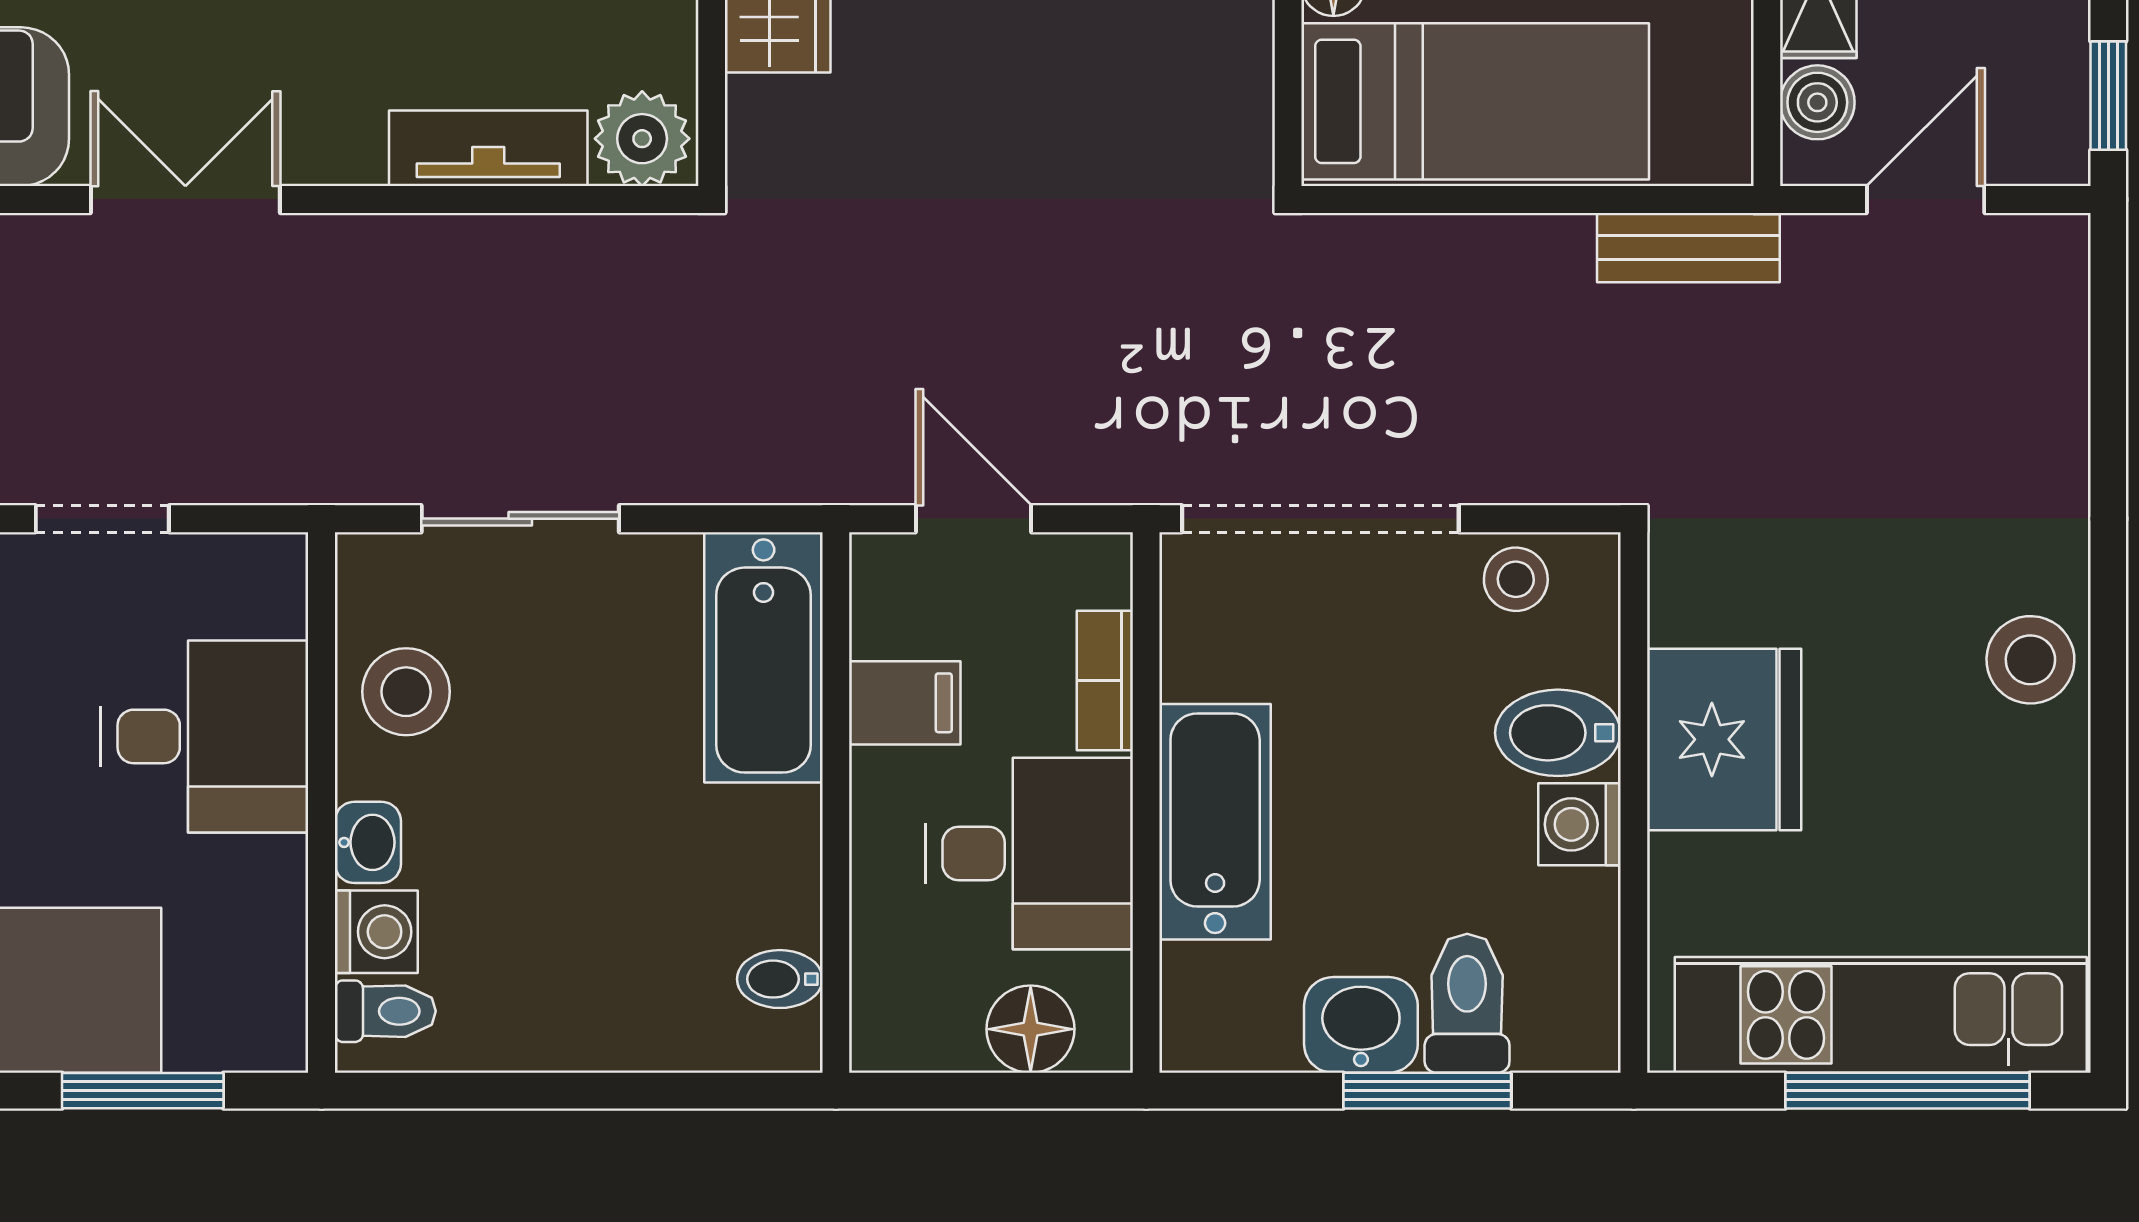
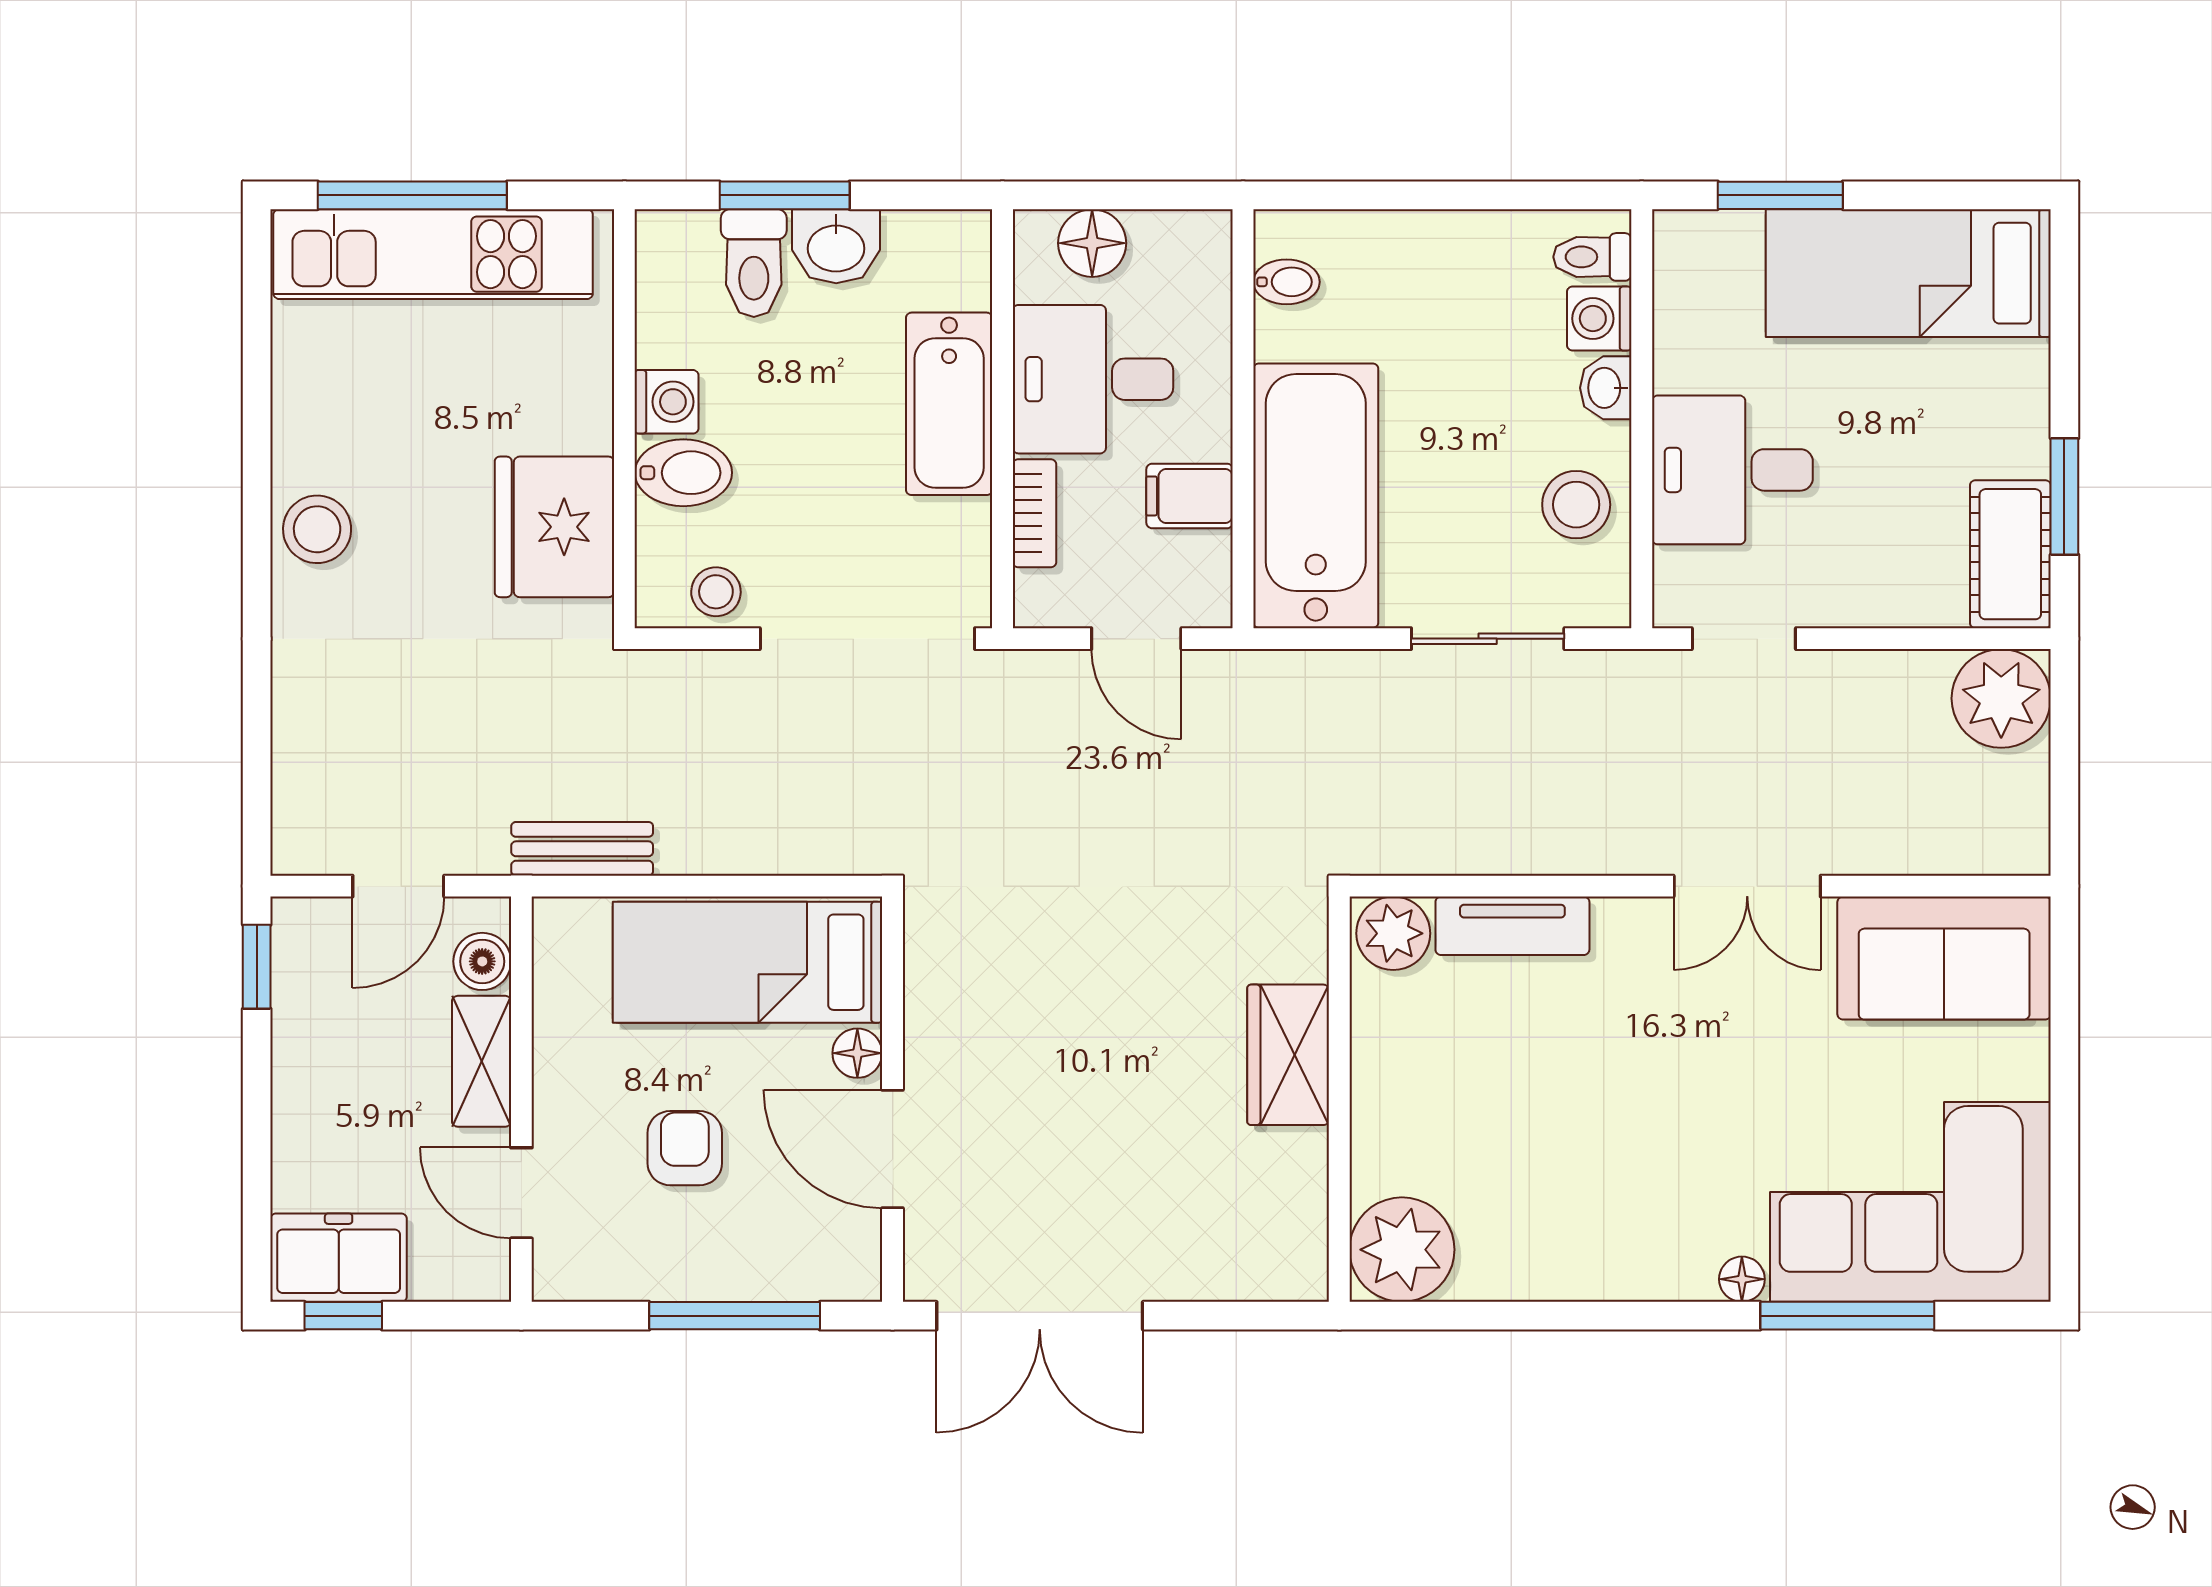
doorway: (102, 519) -> (1744, 639), moved
bathtub: (764, 658) -> (1316, 496), width x1.36, depth x1.36
fridge: (1724, 739) -> (554, 527), moved

